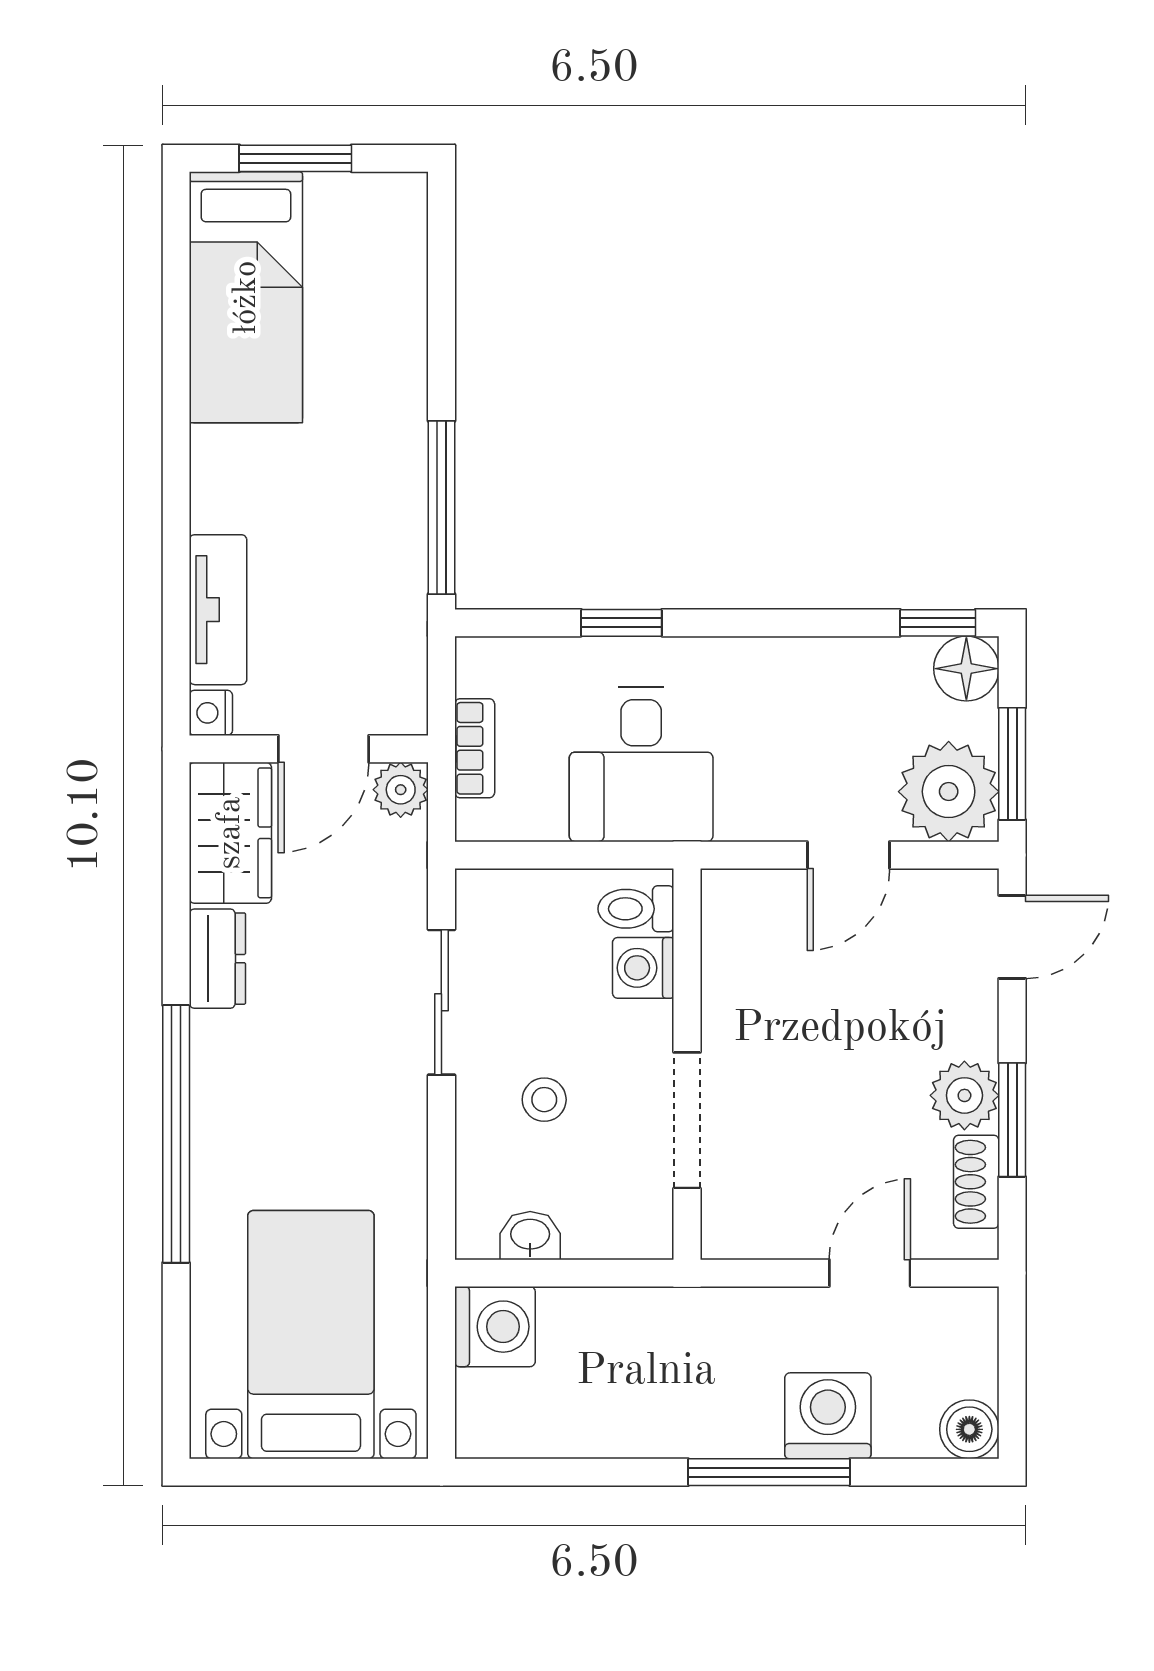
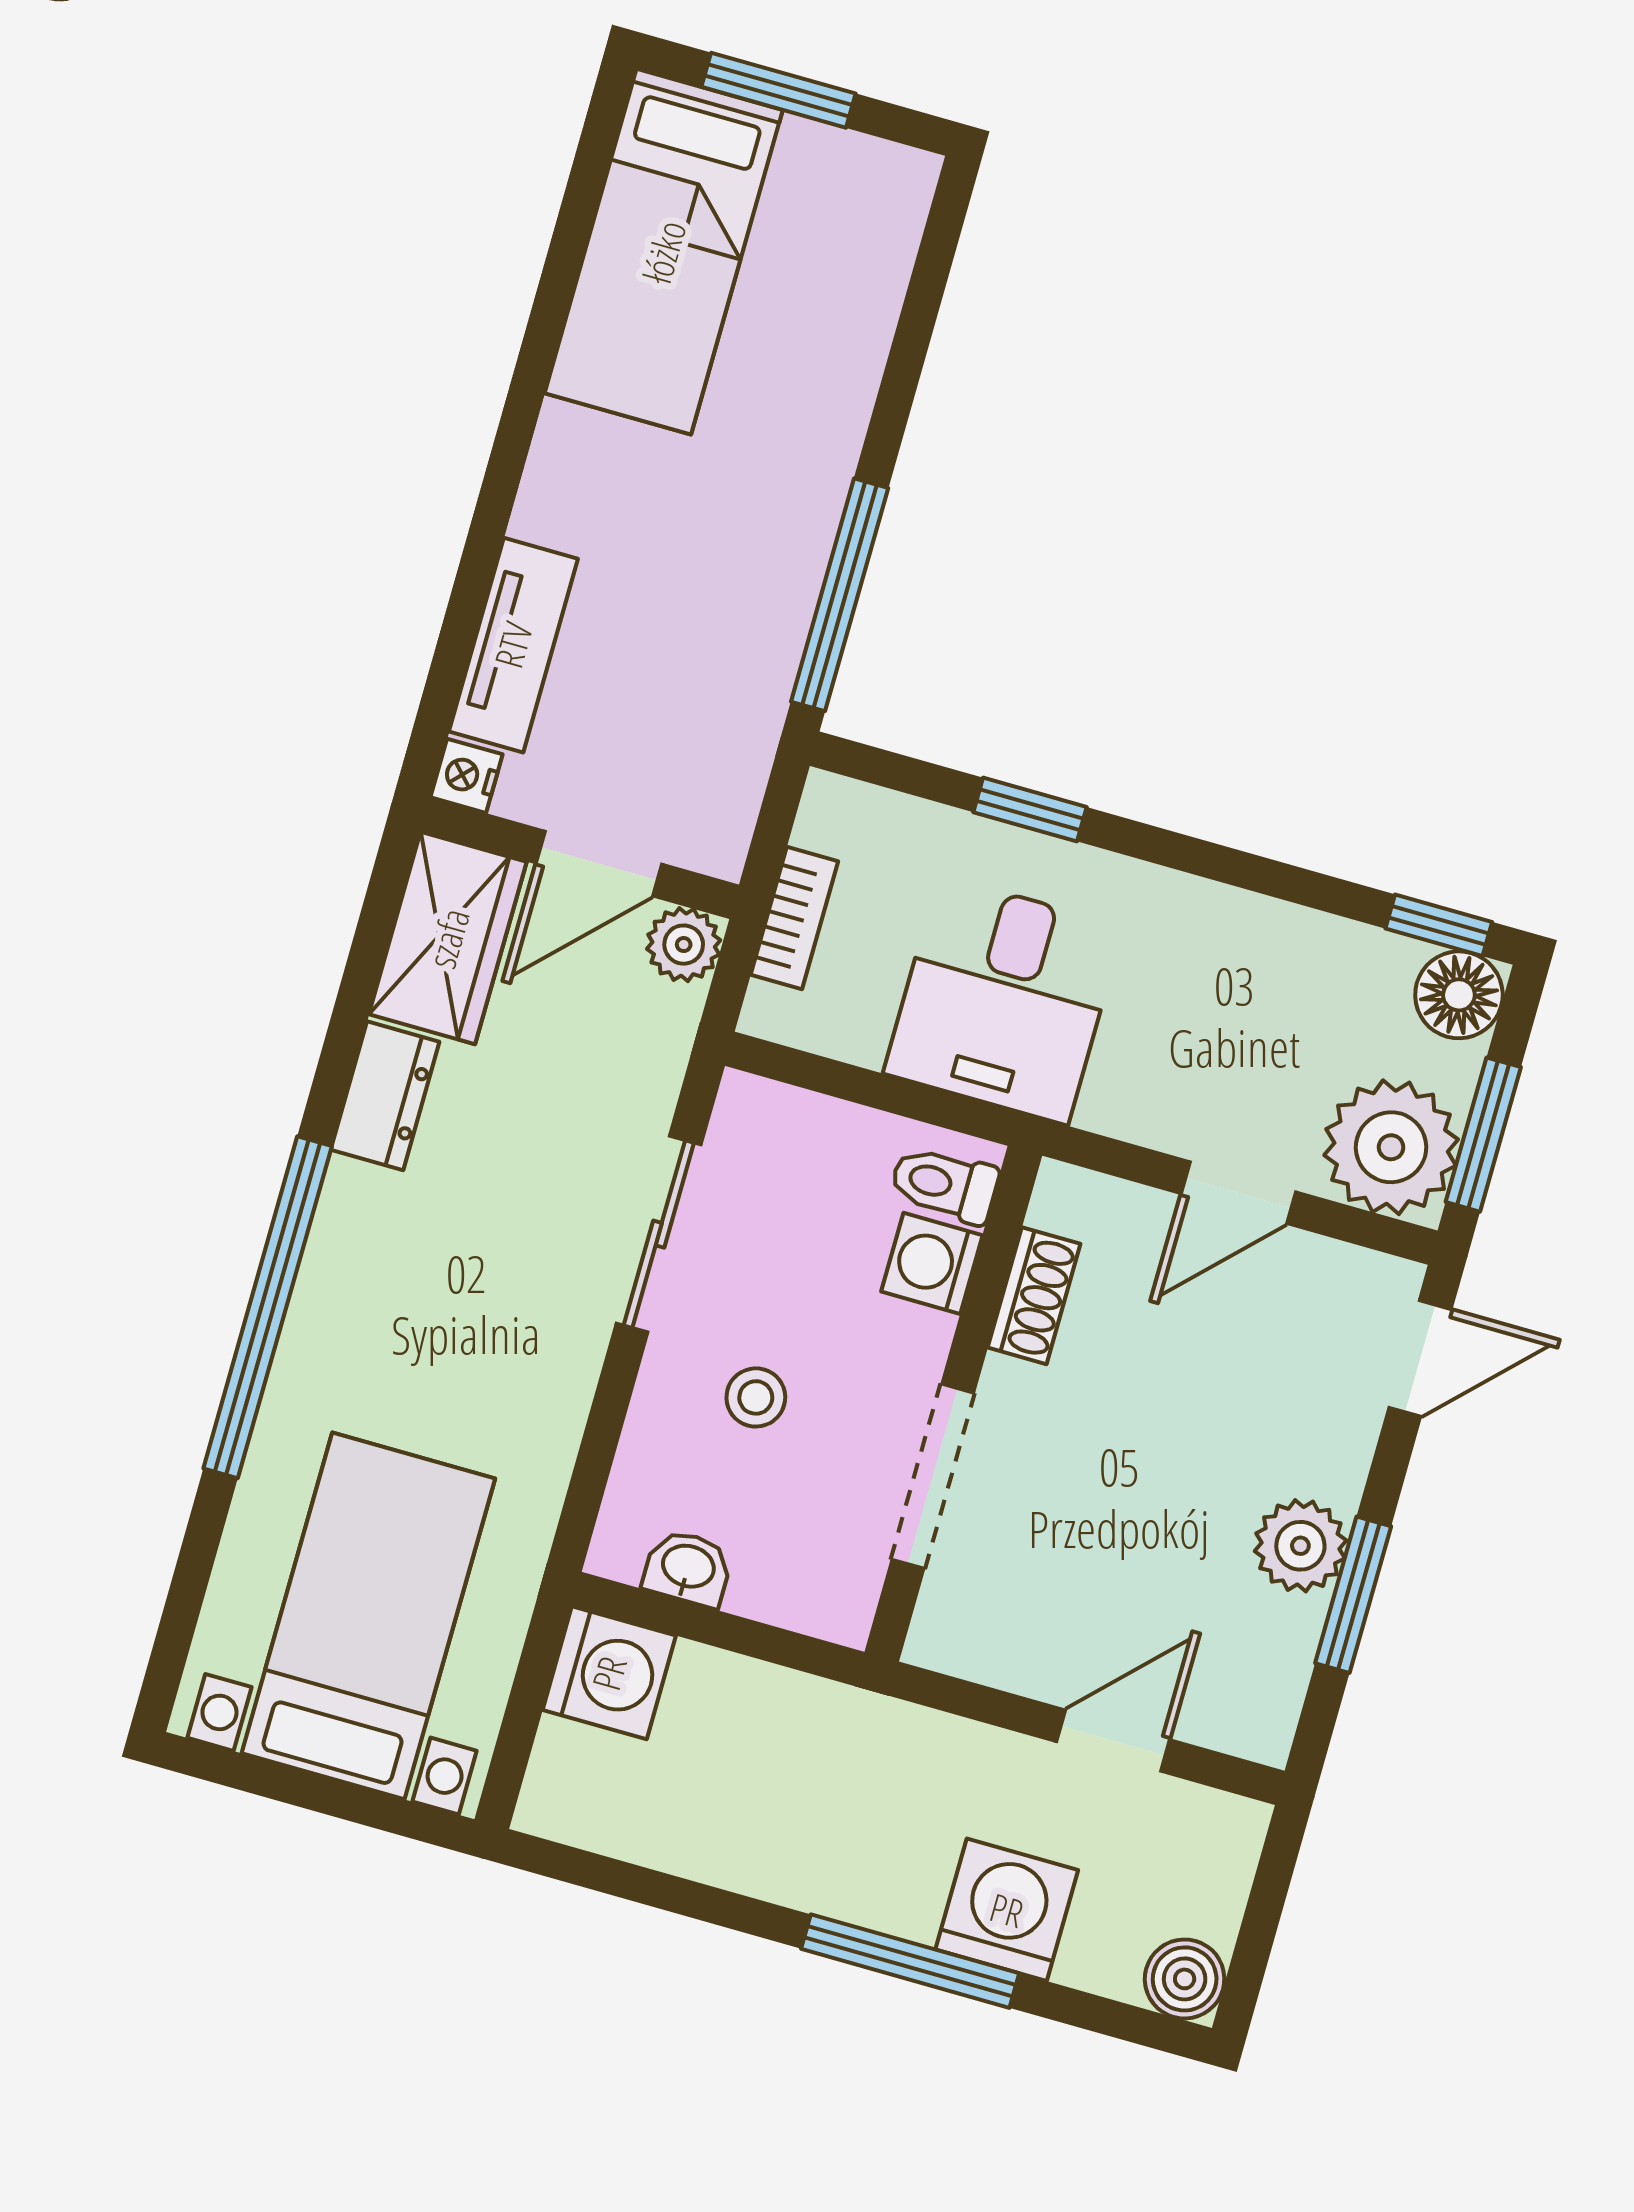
shoe rack: (976, 1182) -> (1034, 1296), moved, turned 180

